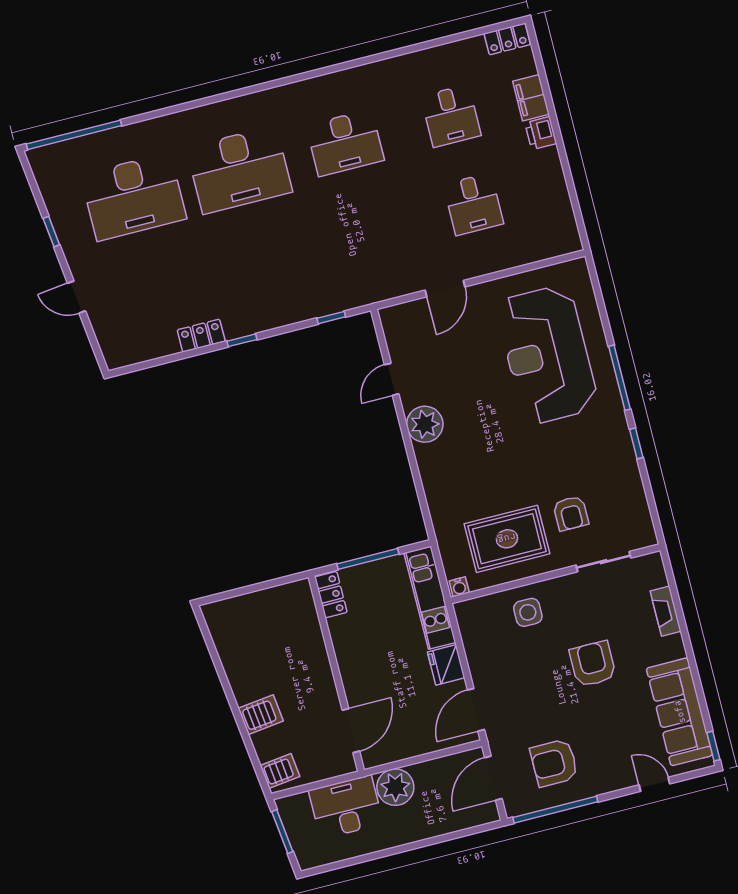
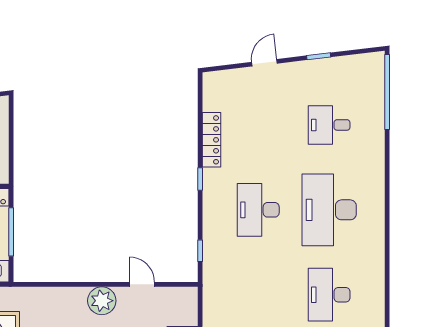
desk: (134, 197) -> (329, 125), width x0.53, depth x0.77
desk: (262, 258) -> (258, 210), added
locker: (201, 336) -> (211, 140), width x1.53

